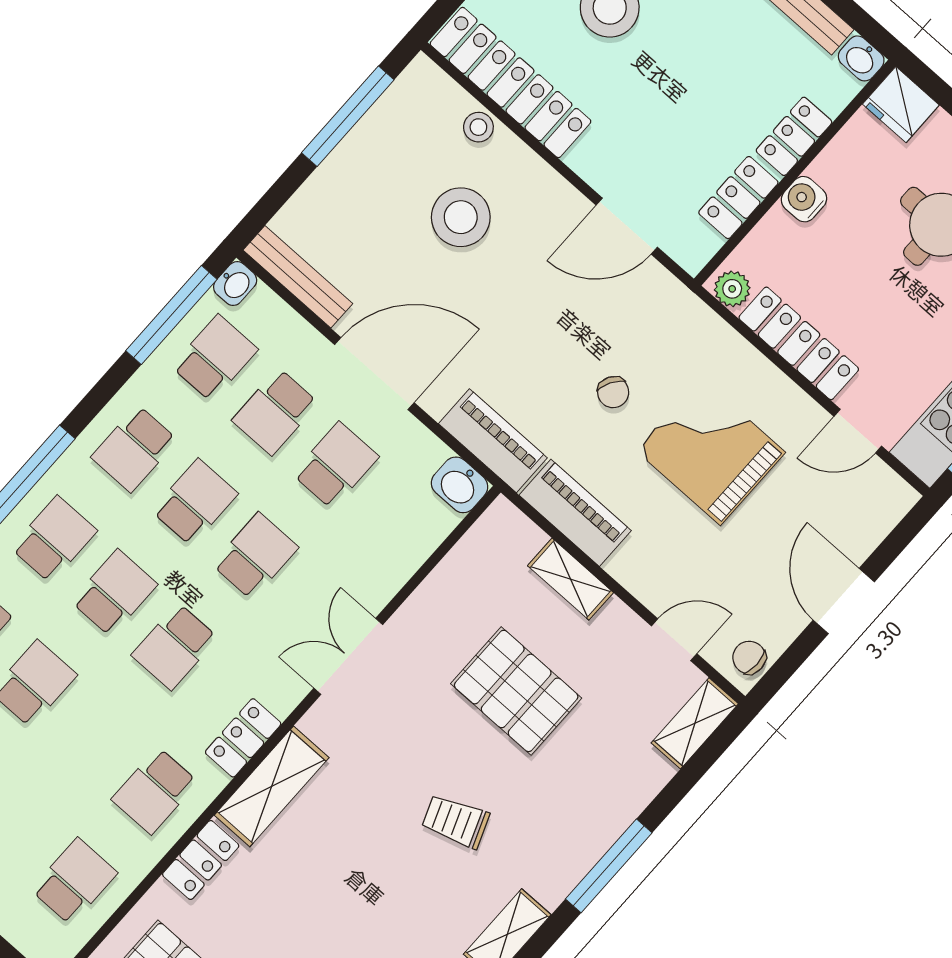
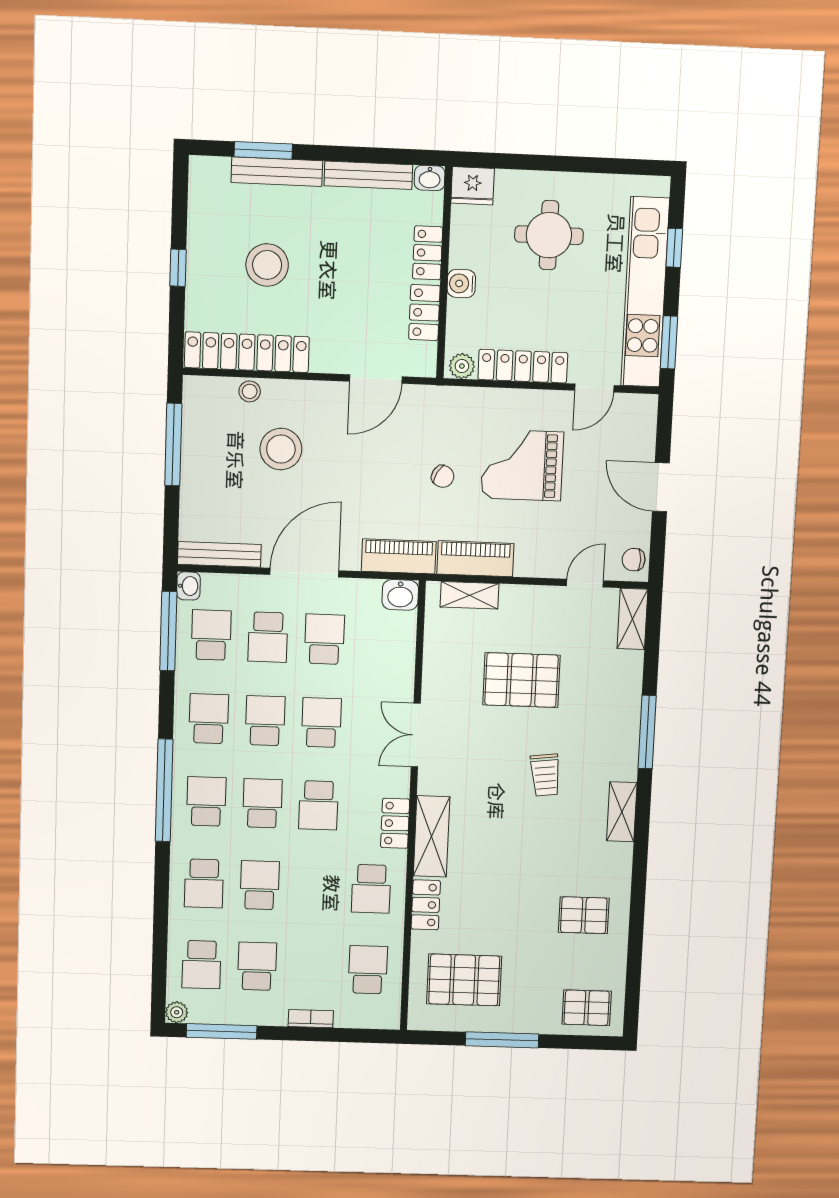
school desk: (134, 449) -> (209, 719), turned 180
shelving: (570, 579) -> (470, 595), moved
trolley: (456, 821) -> (545, 775), turned -76

